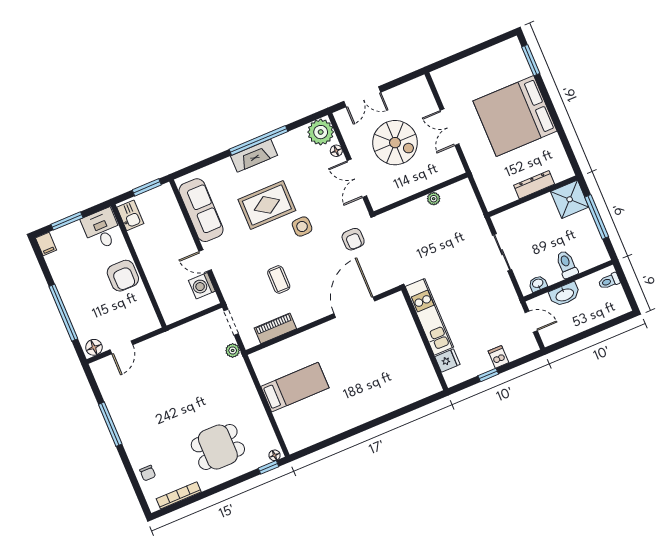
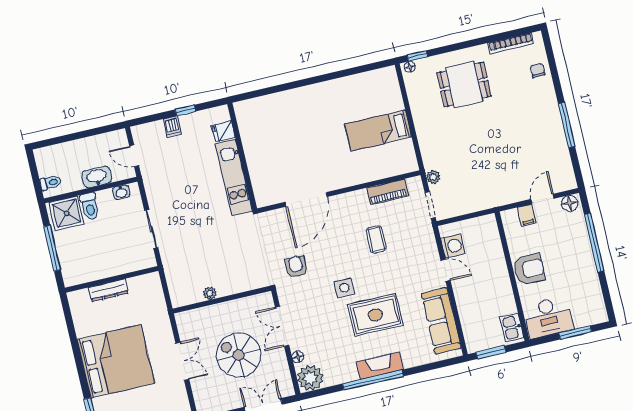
double door: (357, 178) -> (282, 326), swing flipped
shower: (570, 199) -> (67, 213), moved
desk: (102, 229) -> (548, 317), width x1.37
filing cabinet: (46, 244) -> (527, 215), moved, turned 180
armchair: (123, 276) -> (529, 269), turned 90

